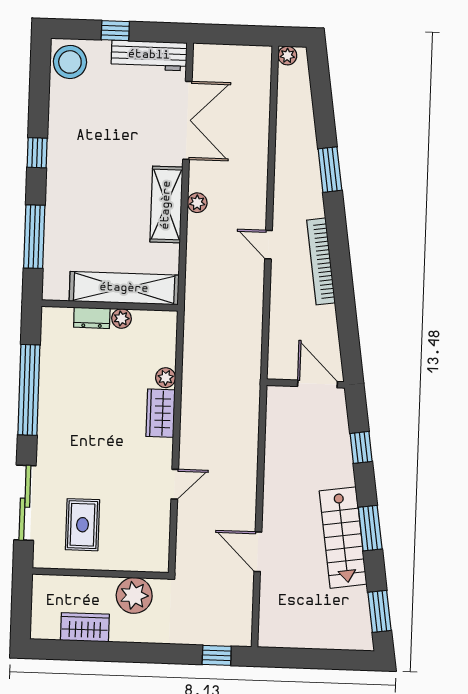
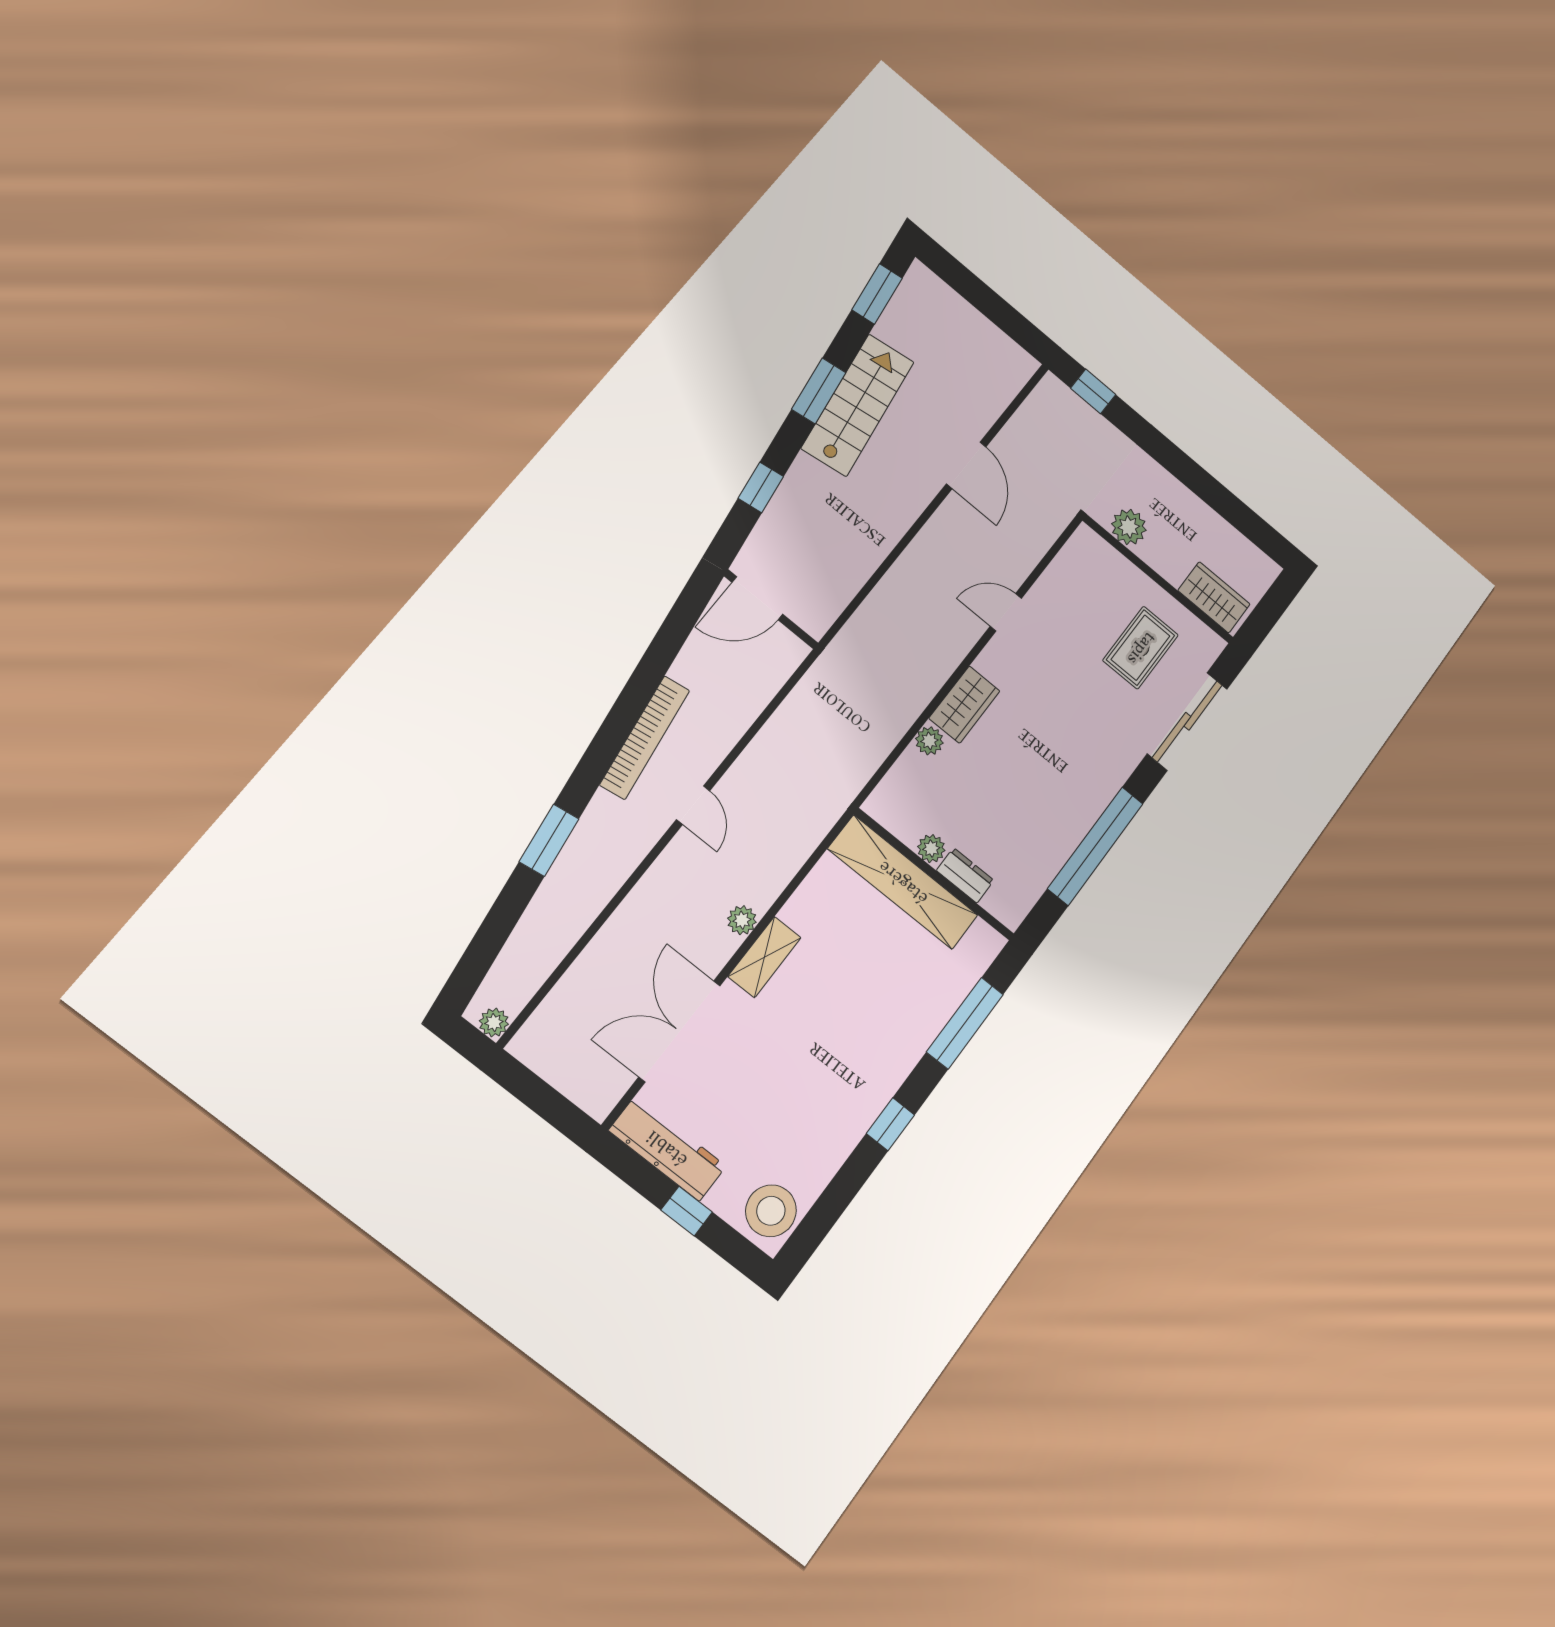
shelving: (166, 205) -> (764, 957), width x0.67, depth x0.75
door: (317, 384) -> (757, 598), hinge flipped
plant: (134, 595) -> (1129, 527), width x0.73, depth x0.73
wardrobe: (85, 627) -> (1214, 597), moved, turned 180

